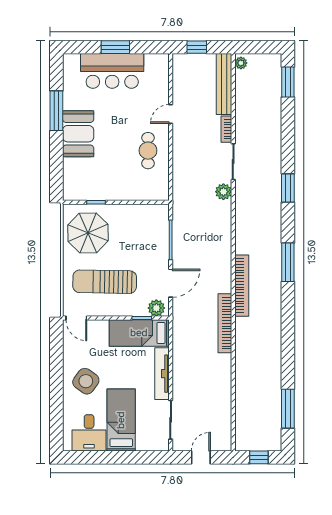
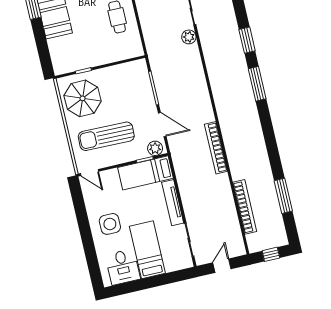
window: (288, 188) -> (247, 40), moved
door: (171, 283) -> (162, 125), hinge flipped
bookcase: (242, 286) -> (245, 207), moved
side table: (86, 381) -> (110, 224), turned -36
window: (288, 409) -> (283, 196), moved

